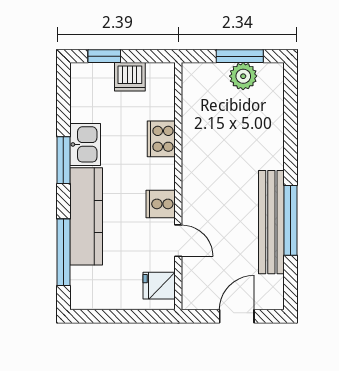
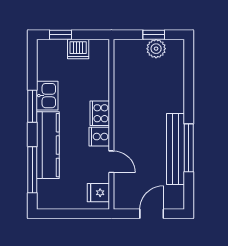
window: (240, 56) -> (154, 35), width x0.67
cooker: (161, 139) -> (100, 113), moved

